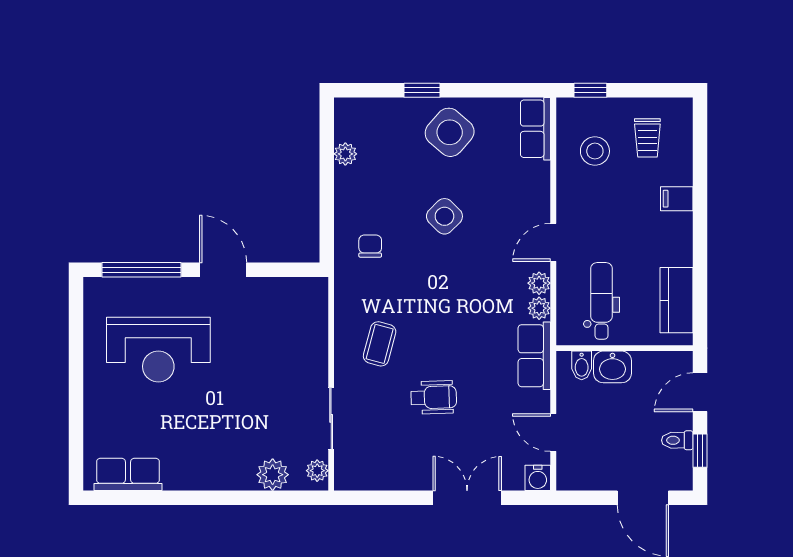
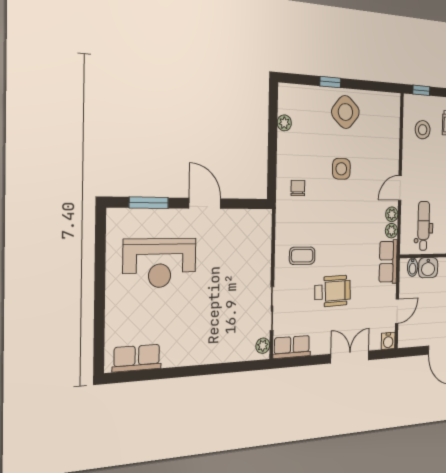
row of seats: (535, 129) -> (292, 347), moved, turned 90
side table: (444, 216) -> (341, 169), turned 45
window: (142, 270) -> (149, 203), width x0.69
coffee table: (380, 344) -> (302, 256), turned 75
wheelchair: (434, 397) -> (333, 291), width x1.36, depth x1.37
door: (553, 433) -> (397, 311), swing flipped
plant: (273, 475) -> (235, 351), removed

